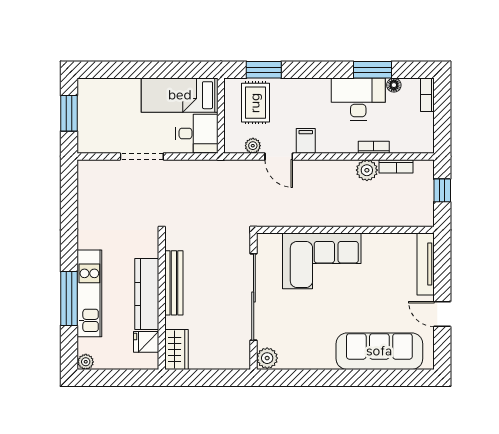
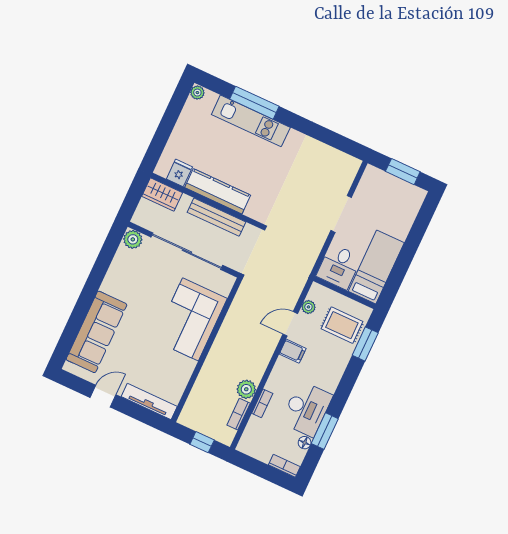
bench: (174, 283) -> (216, 217), moved
kitchen counter: (147, 294) -> (218, 191), moved
wall: (162, 301) -> (206, 201), moved
fridge: (146, 342) -> (179, 173), moved
wardrobe: (176, 349) -> (162, 194), moved

